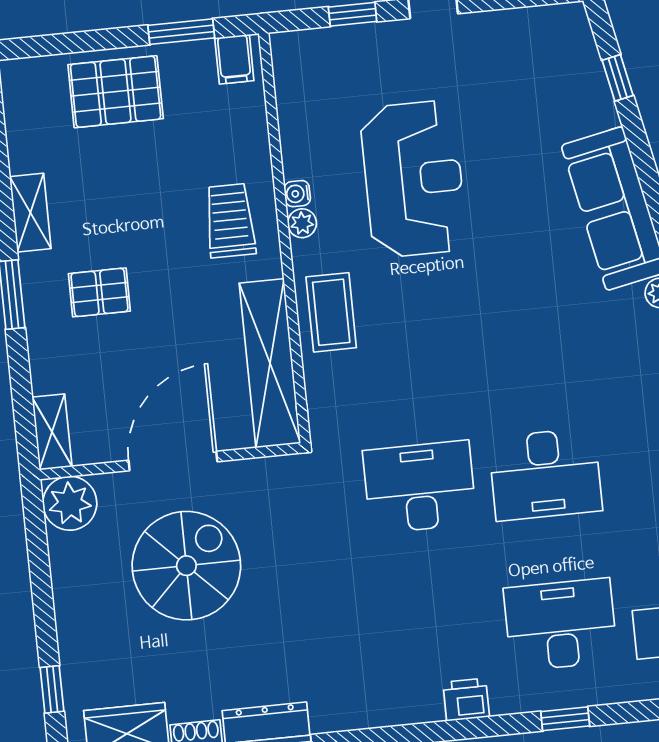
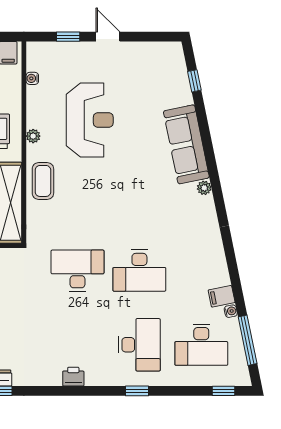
water cooler: (297, 194) -> (32, 78), moved
desk: (561, 625) -> (139, 345), turned 90
printer: (466, 700) -> (73, 377), moved

